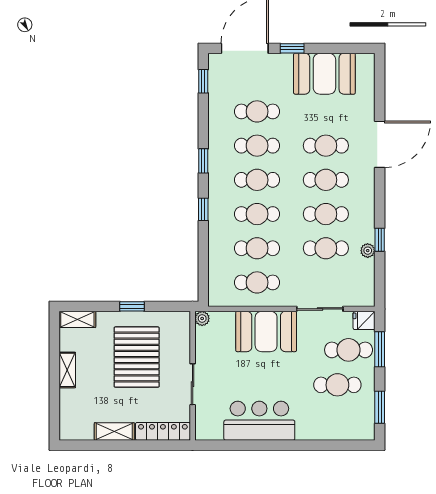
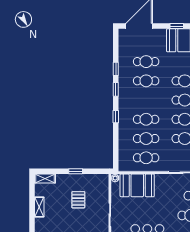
window: (292, 48) -> (177, 26), moved
window: (203, 81) -> (116, 69), moved
cafe table: (257, 180) -> (146, 100), removed
booth: (266, 331) -> (137, 185), moved
pallet: (137, 357) -> (78, 200), width x0.49, depth x0.50

